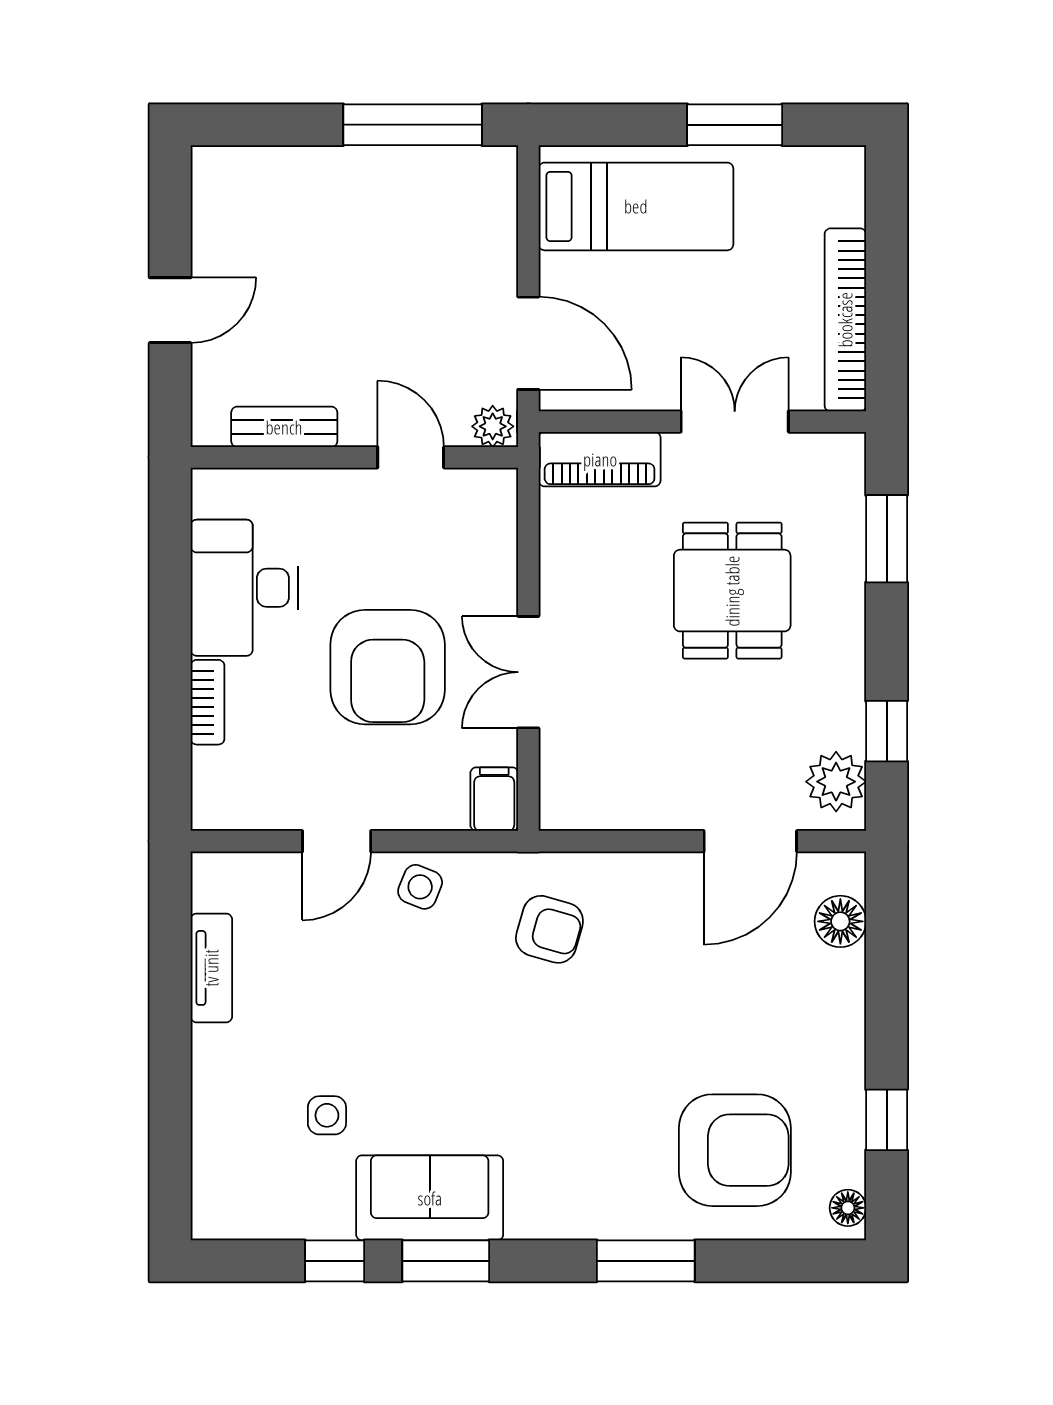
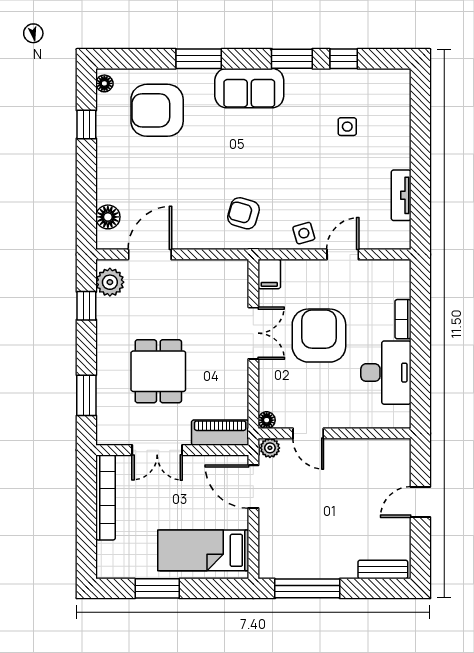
bench: (284, 427) -> (383, 569), moved
floor lamp: (500, 486) -> (267, 420), added
side table: (420, 887) -> (304, 233), turned -38
sofa: (430, 1198) -> (249, 88), moved

